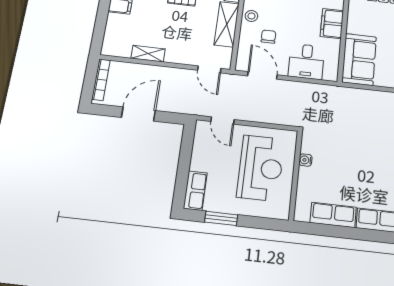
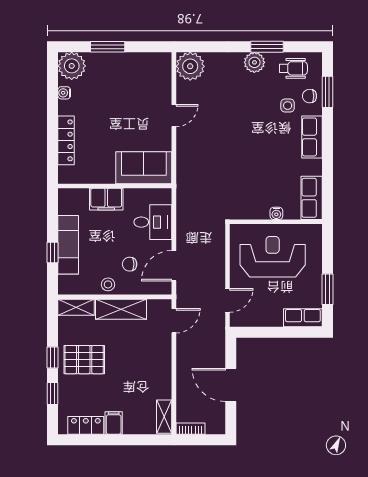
shelving: (148, 54) -> (164, 417), moved
bookcase: (101, 80) -> (190, 429), width x0.64
water cooler: (305, 160) -> (276, 213), moved
row of seats: (333, 215) -> (312, 198), moved

